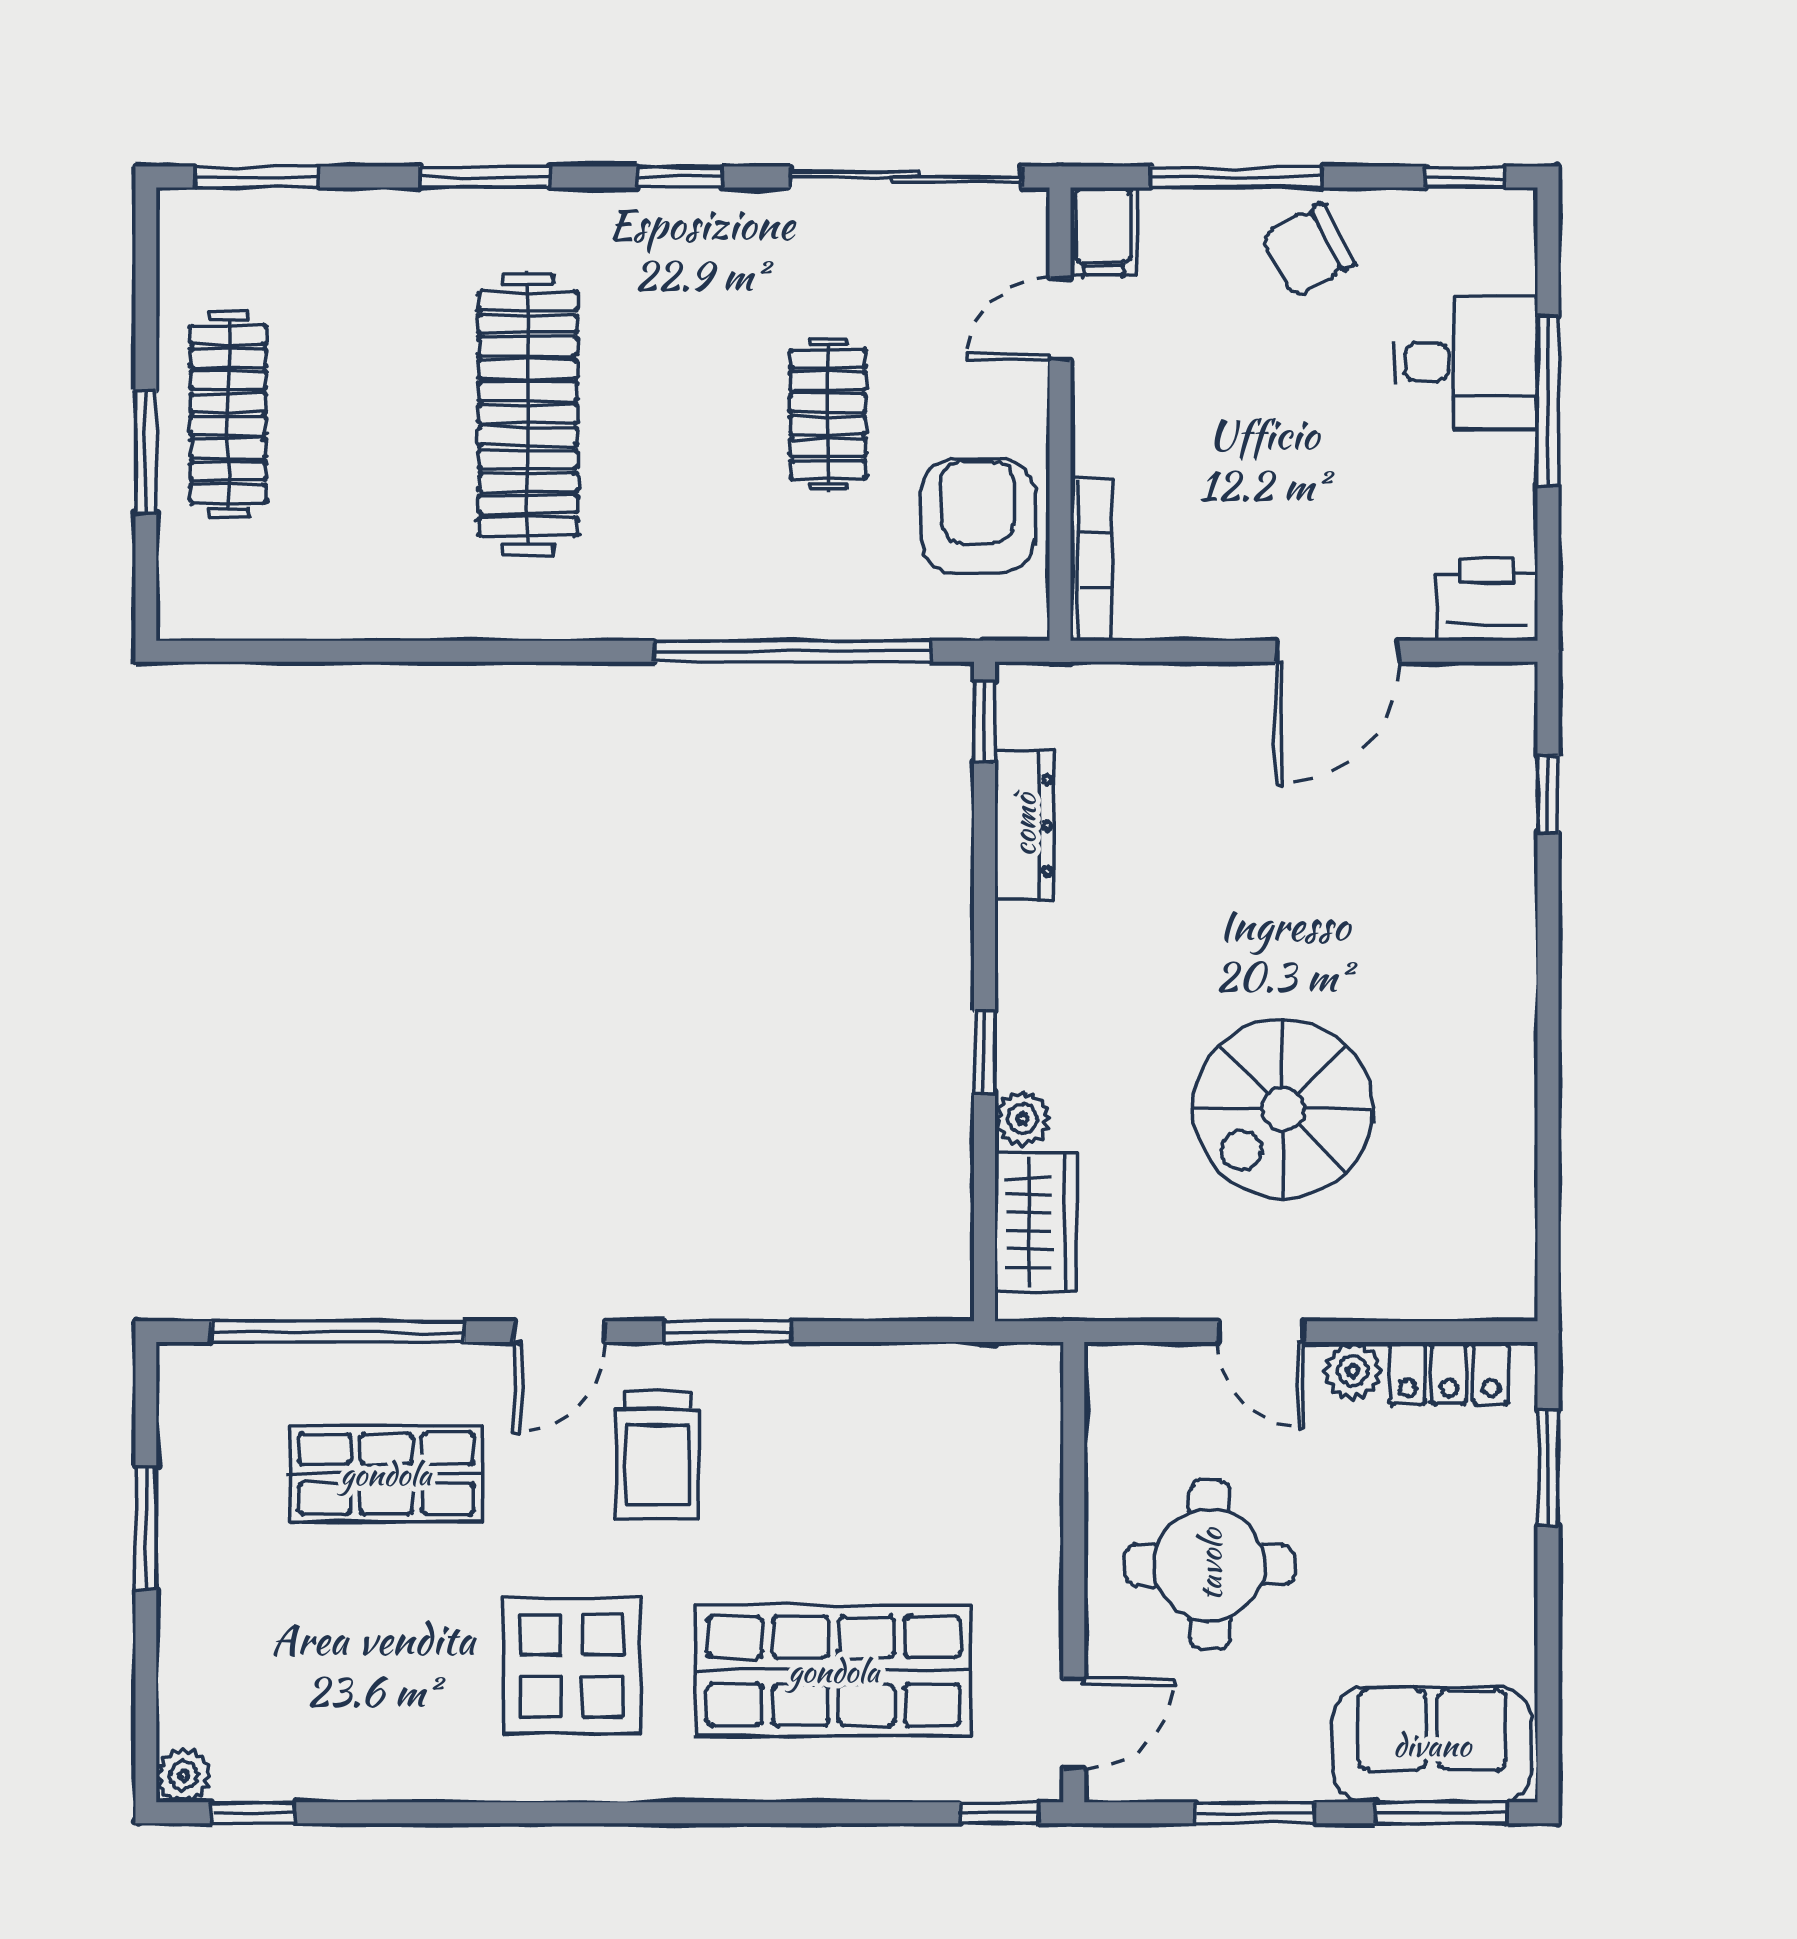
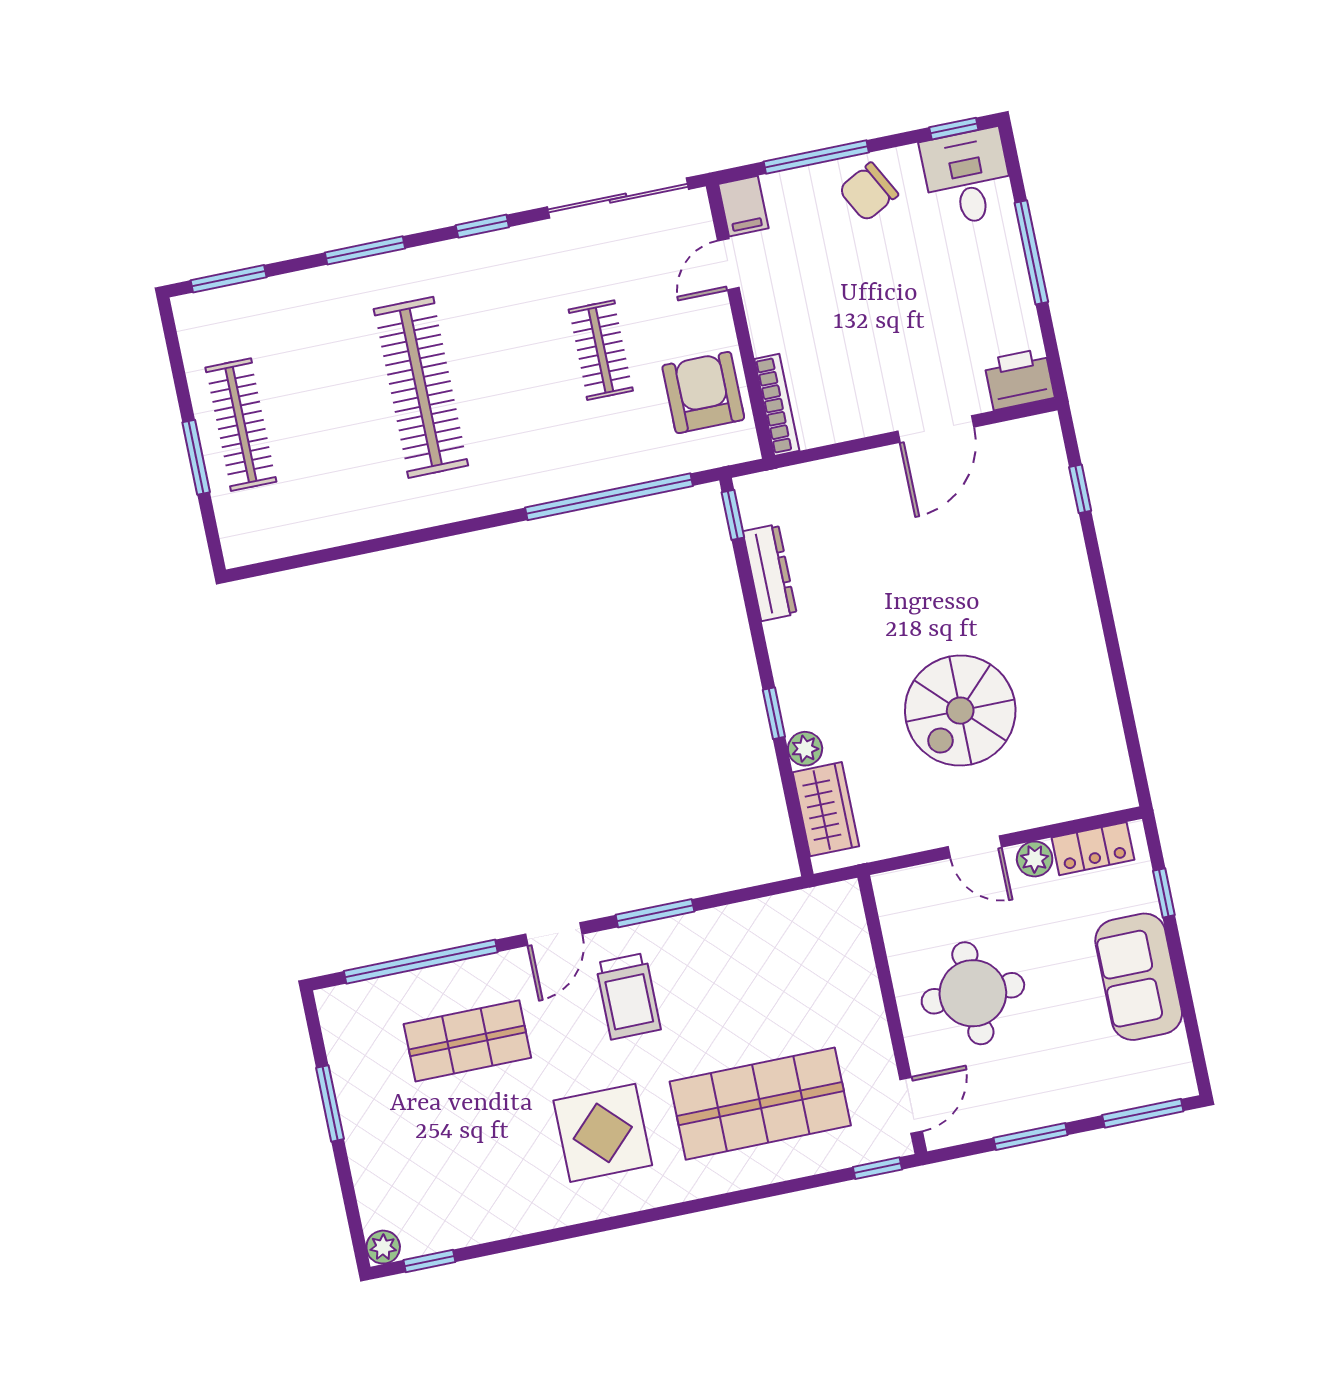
desk: (1466, 362) -> (967, 177), moved, turned -90
window: (1548, 1468) -> (1164, 893), width x0.67
sofa: (1432, 1745) -> (1139, 977), moved, turned -90

